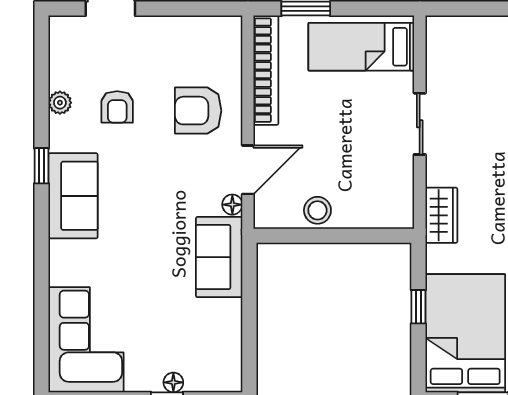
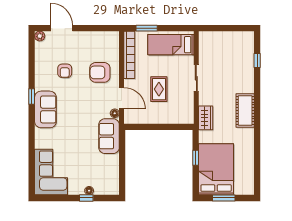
plant: (60, 103) -> (40, 36), moved
rug: (334, 149) -> (159, 89), added
door: (248, 170) -> (122, 98), hinge flipped
stool: (317, 210) -> (152, 116), removed

